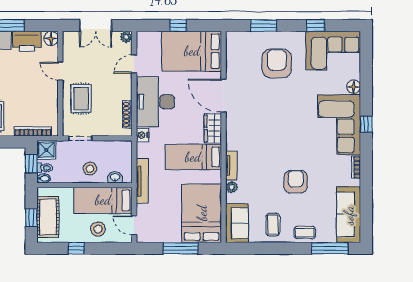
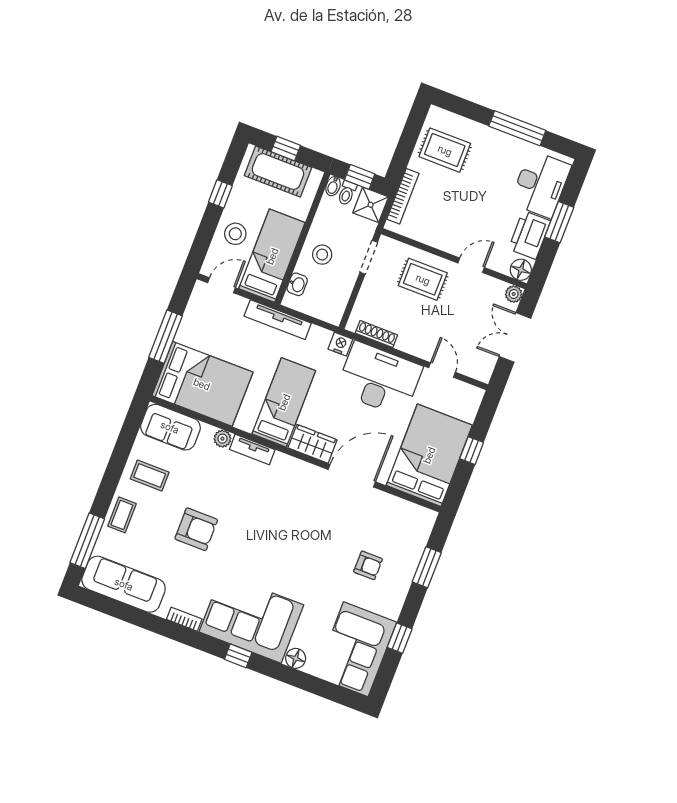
plant: (126, 37) -> (514, 294), moved
armchair: (277, 63) -> (368, 565), width x0.53, depth x0.53

